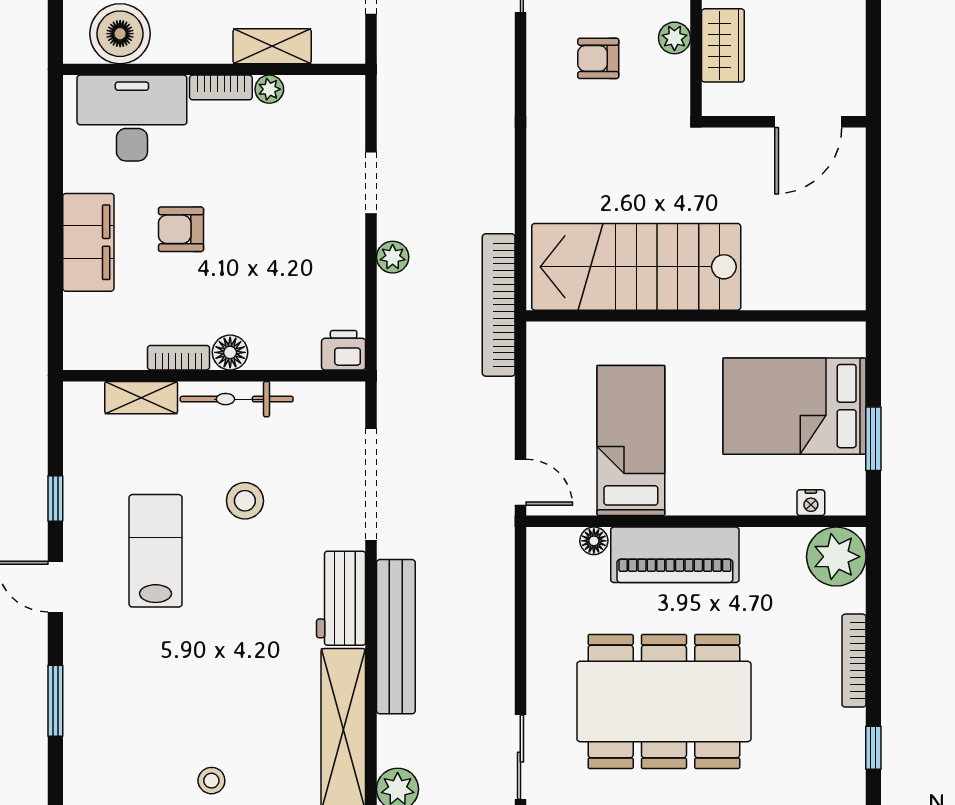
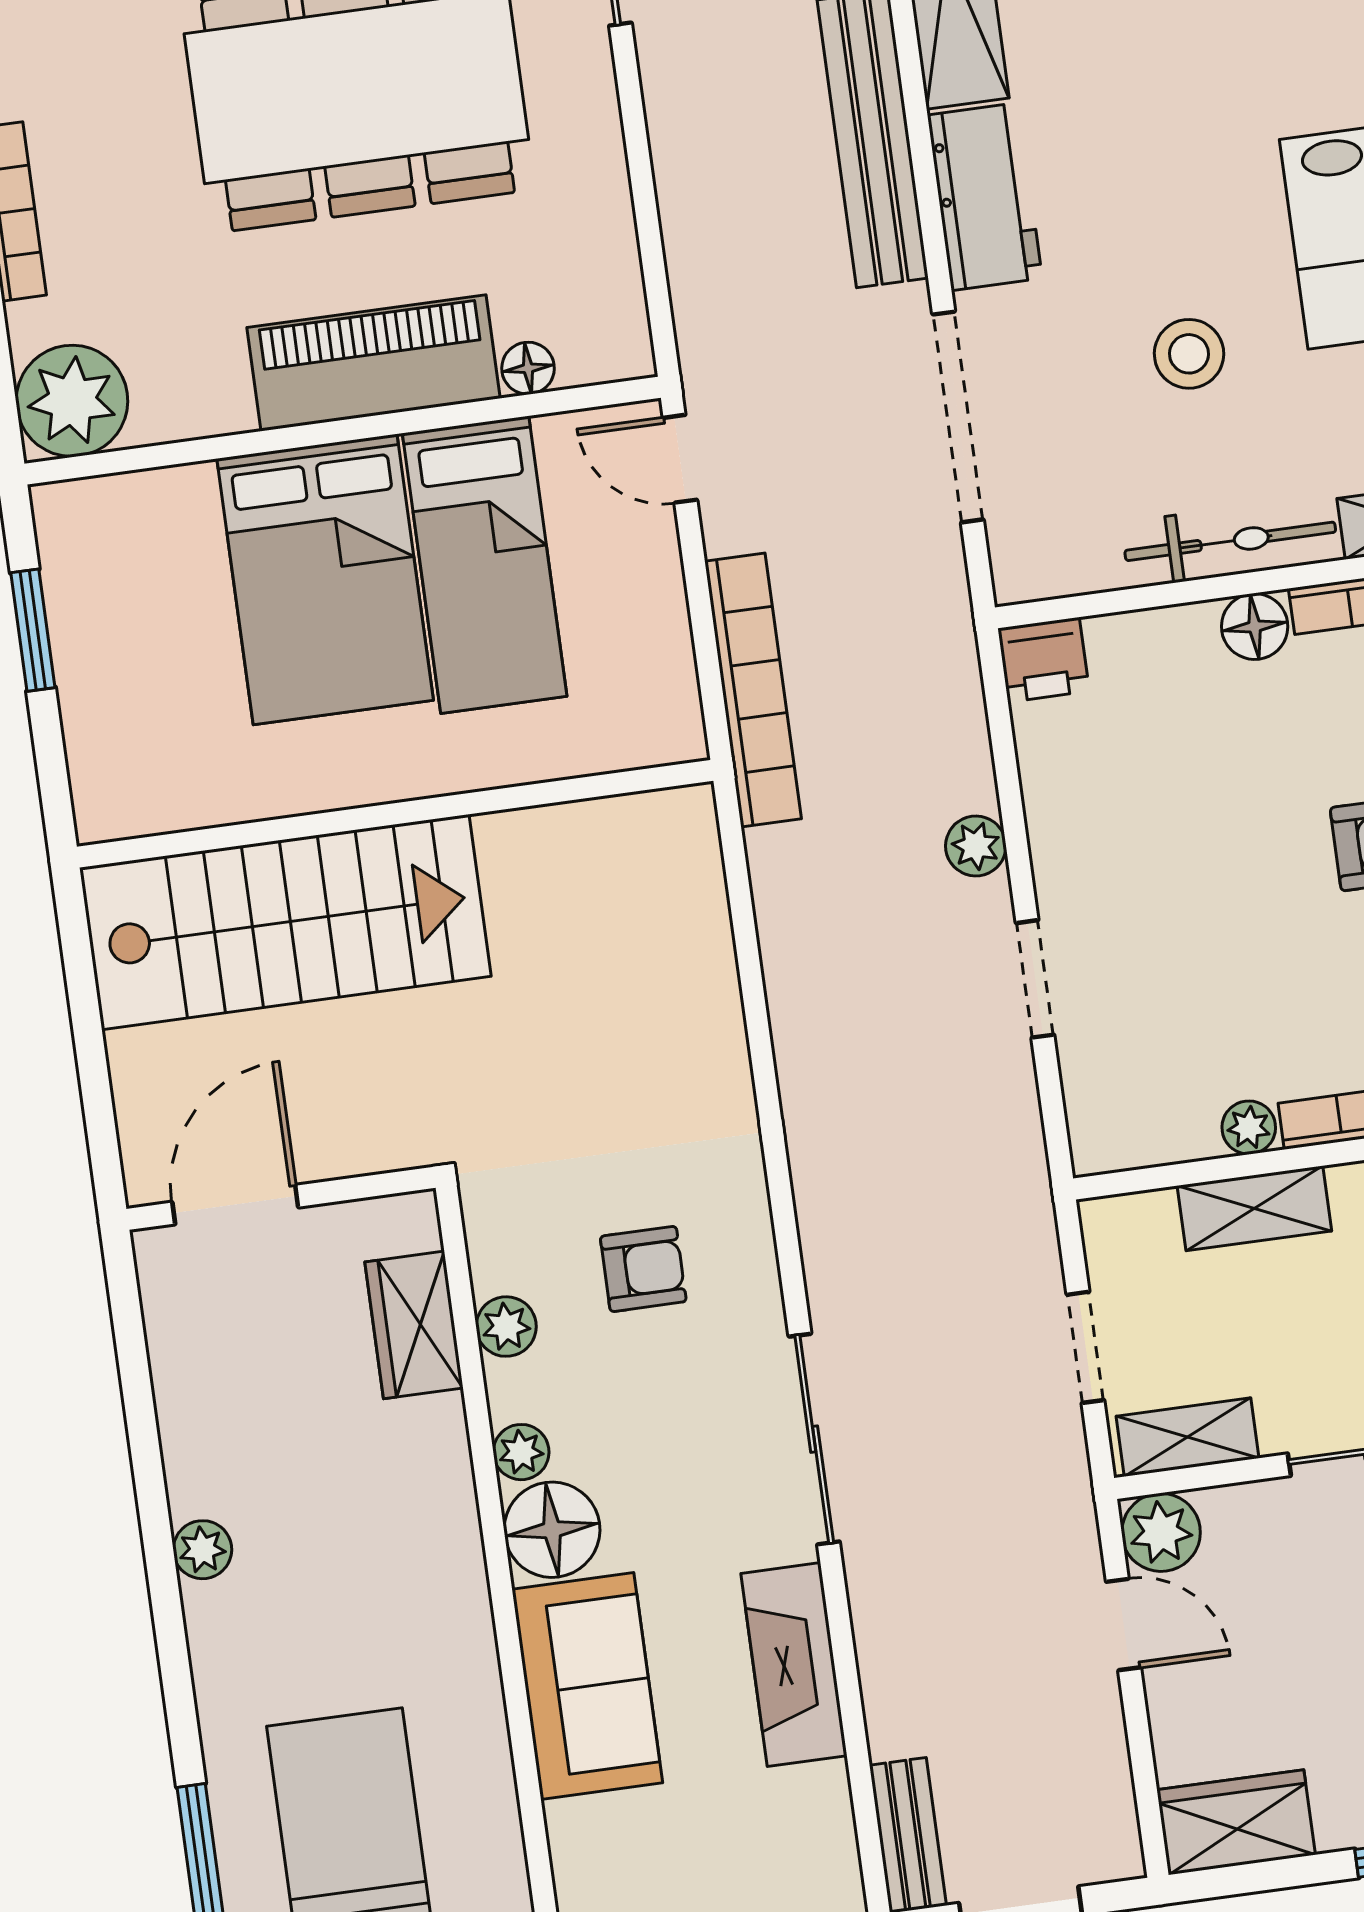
stairs: (636, 267) -> (285, 922), moved
bookcase: (499, 305) -> (753, 690), moved
bed: (794, 406) -> (325, 579), moved, turned 90
nightstand: (811, 503) -> (133, 495), removed

